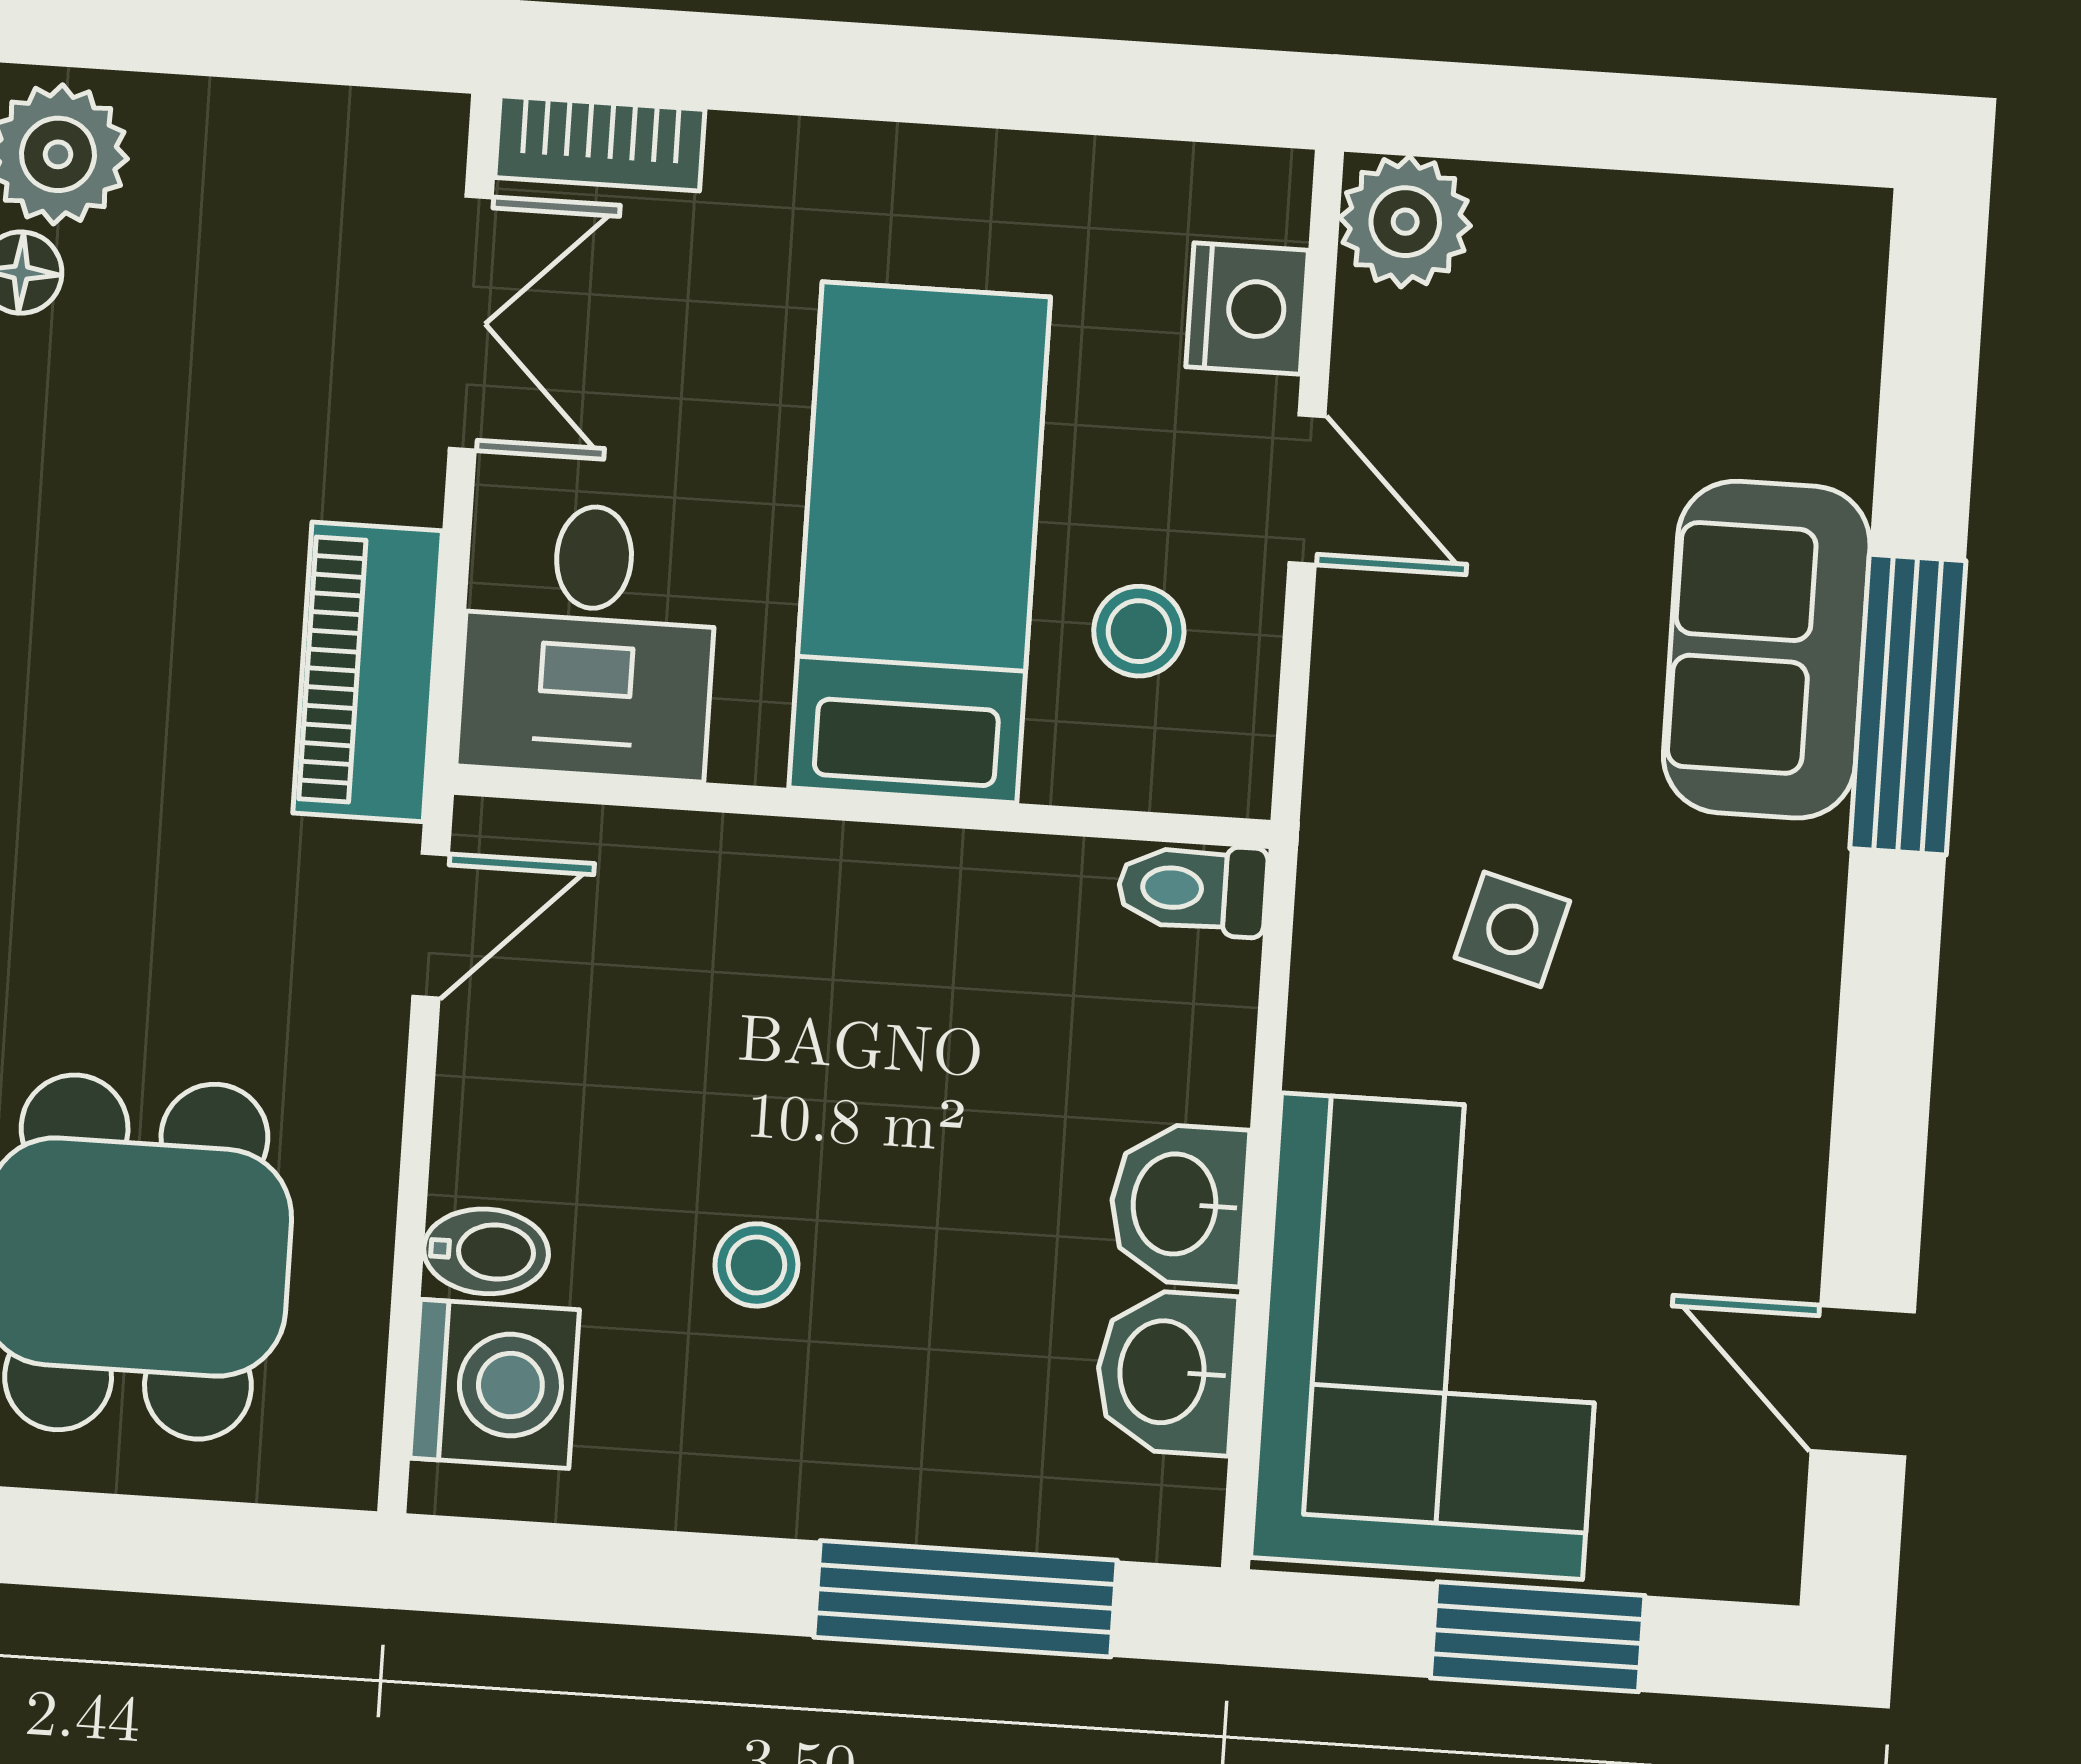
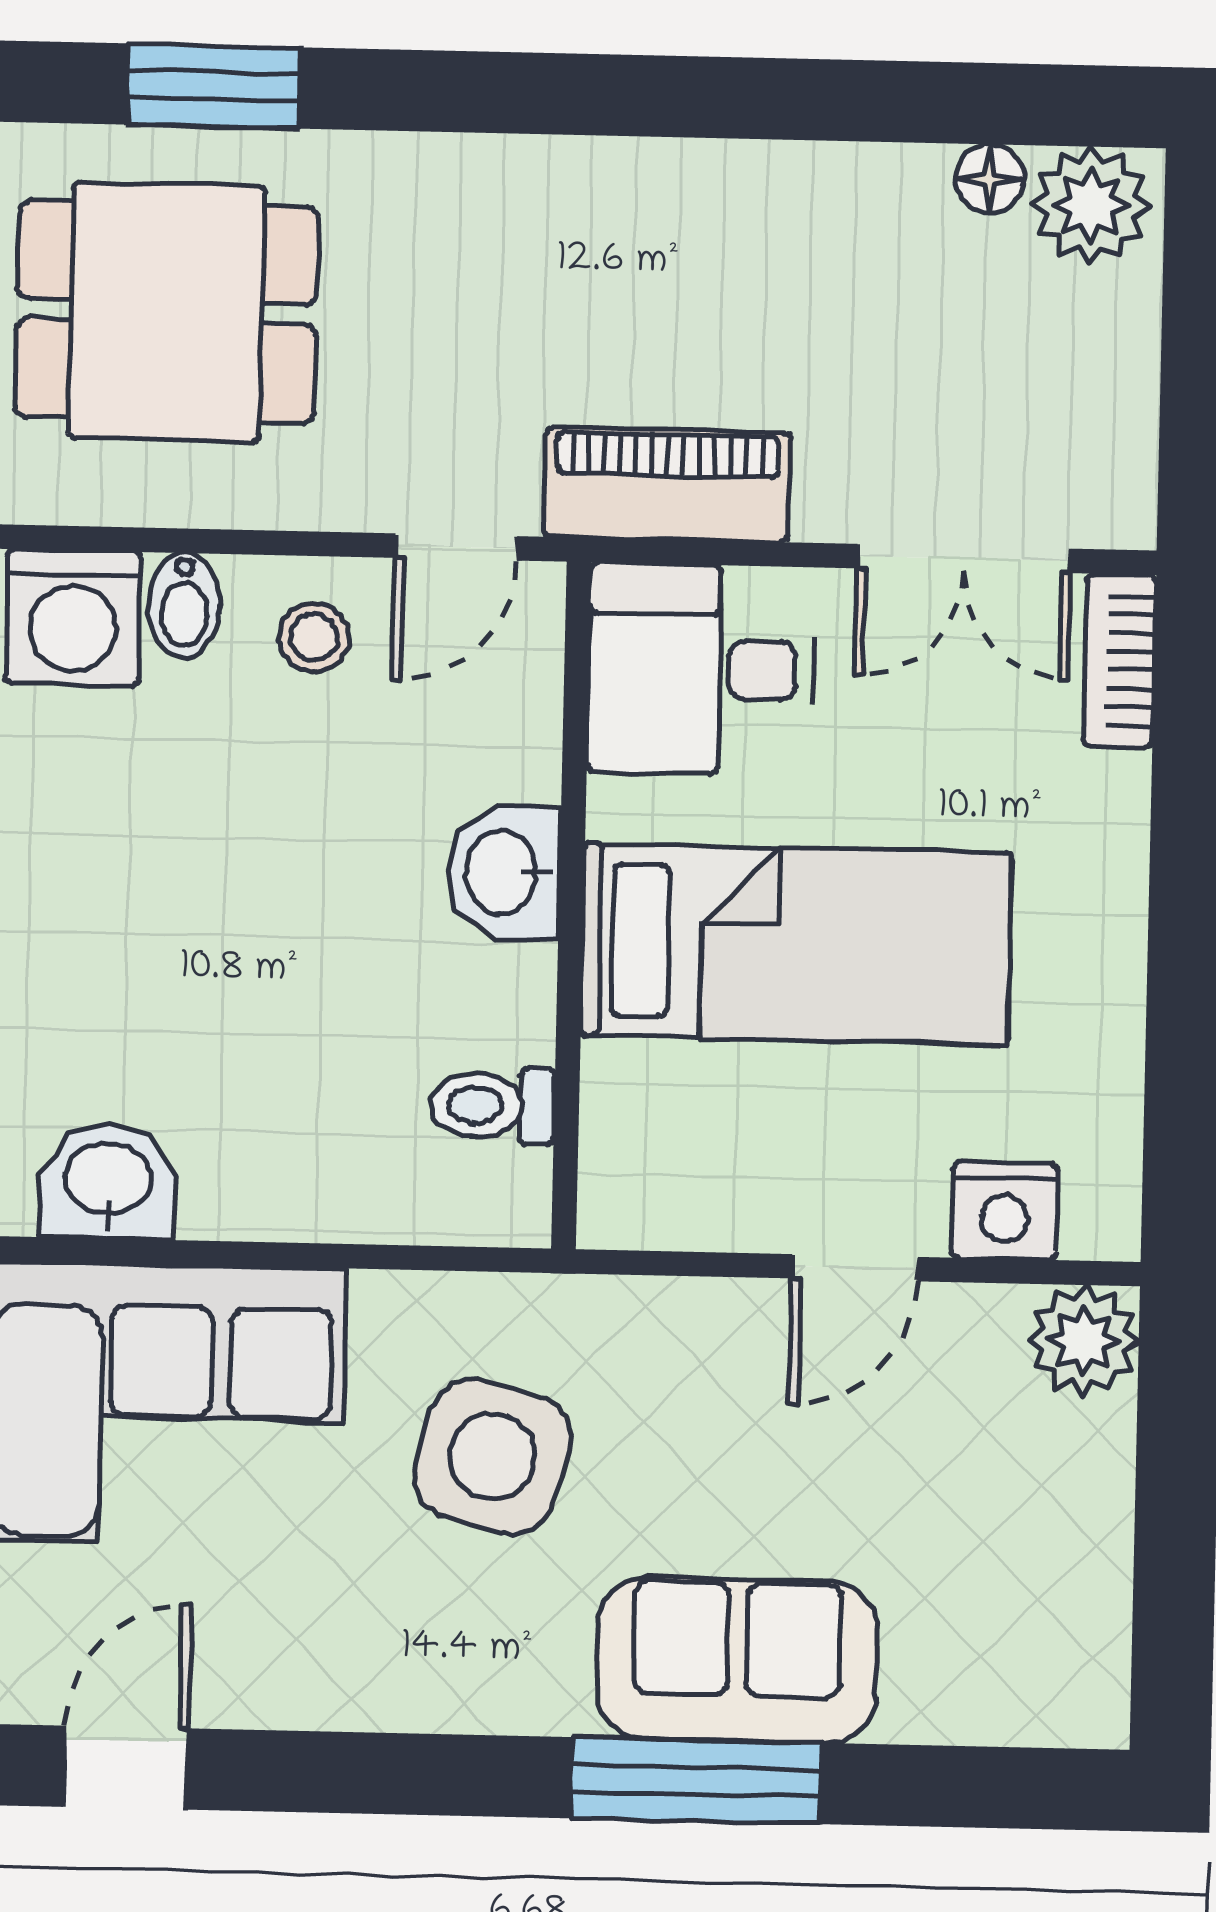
stool: (1139, 631) -> (730, 1132), removed
toilet: (1193, 889) -> (493, 1106), moved, turned -90
door: (431, 925) -> (456, 547), hinge flipped
side table: (1512, 929) -> (493, 1456), width x1.87, depth x1.87
washbasin: (1178, 1204) -> (504, 872), moved, turned -90
stool: (756, 1265) -> (314, 637), moved

